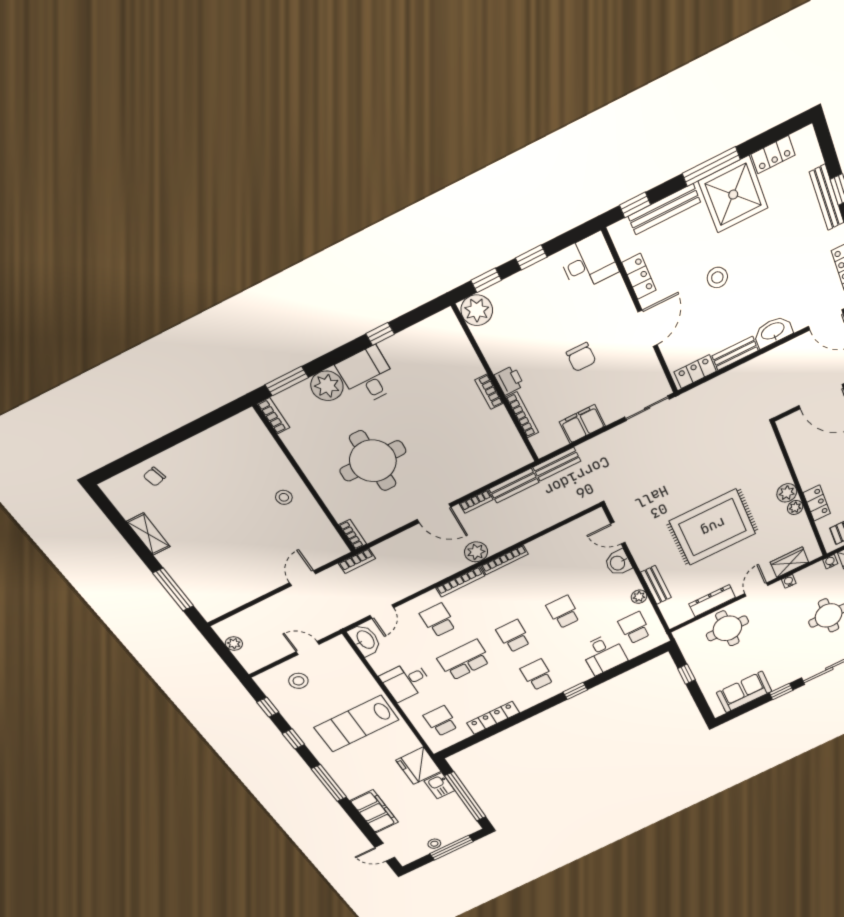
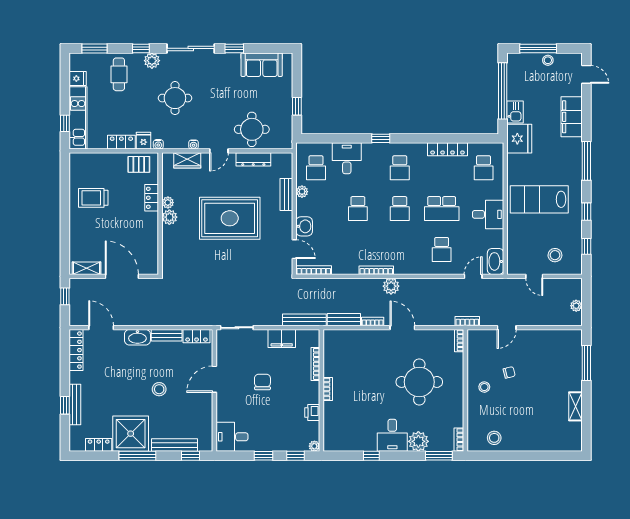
locker: (639, 276) -> (206, 413), removed
plant: (477, 310) -> (314, 446), width x0.53, depth x0.53
printer: (509, 380) -> (312, 412), moved
stool: (227, 442) -> (494, 438), added
bench: (557, 464) -> (304, 320), width x1.36
chair: (154, 477) -> (509, 372), moved
bookcase: (460, 582) -> (314, 270), moved
lab bench: (357, 724) -> (539, 199), turned 180

